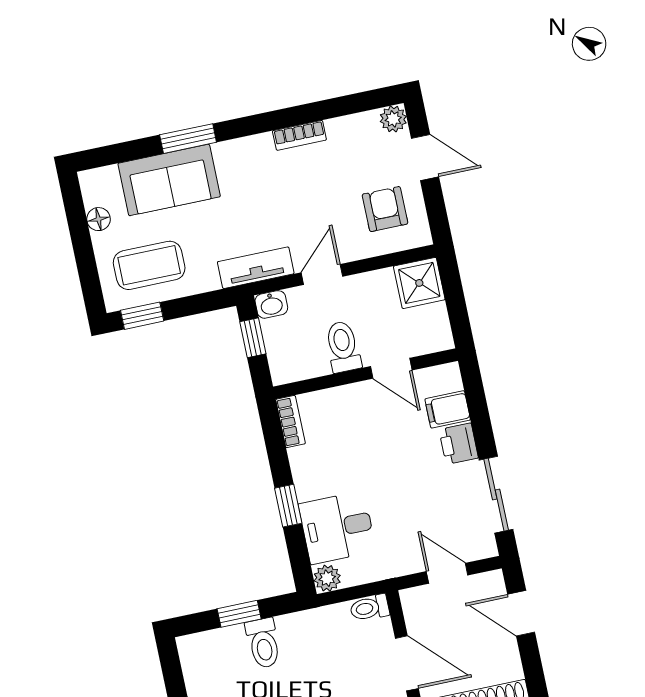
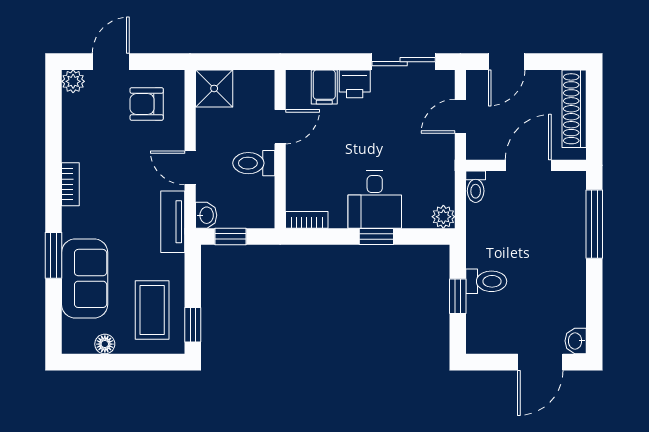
bookcase: (299, 135) -> (70, 184), moved
desk: (337, 528) -> (375, 200), moved

